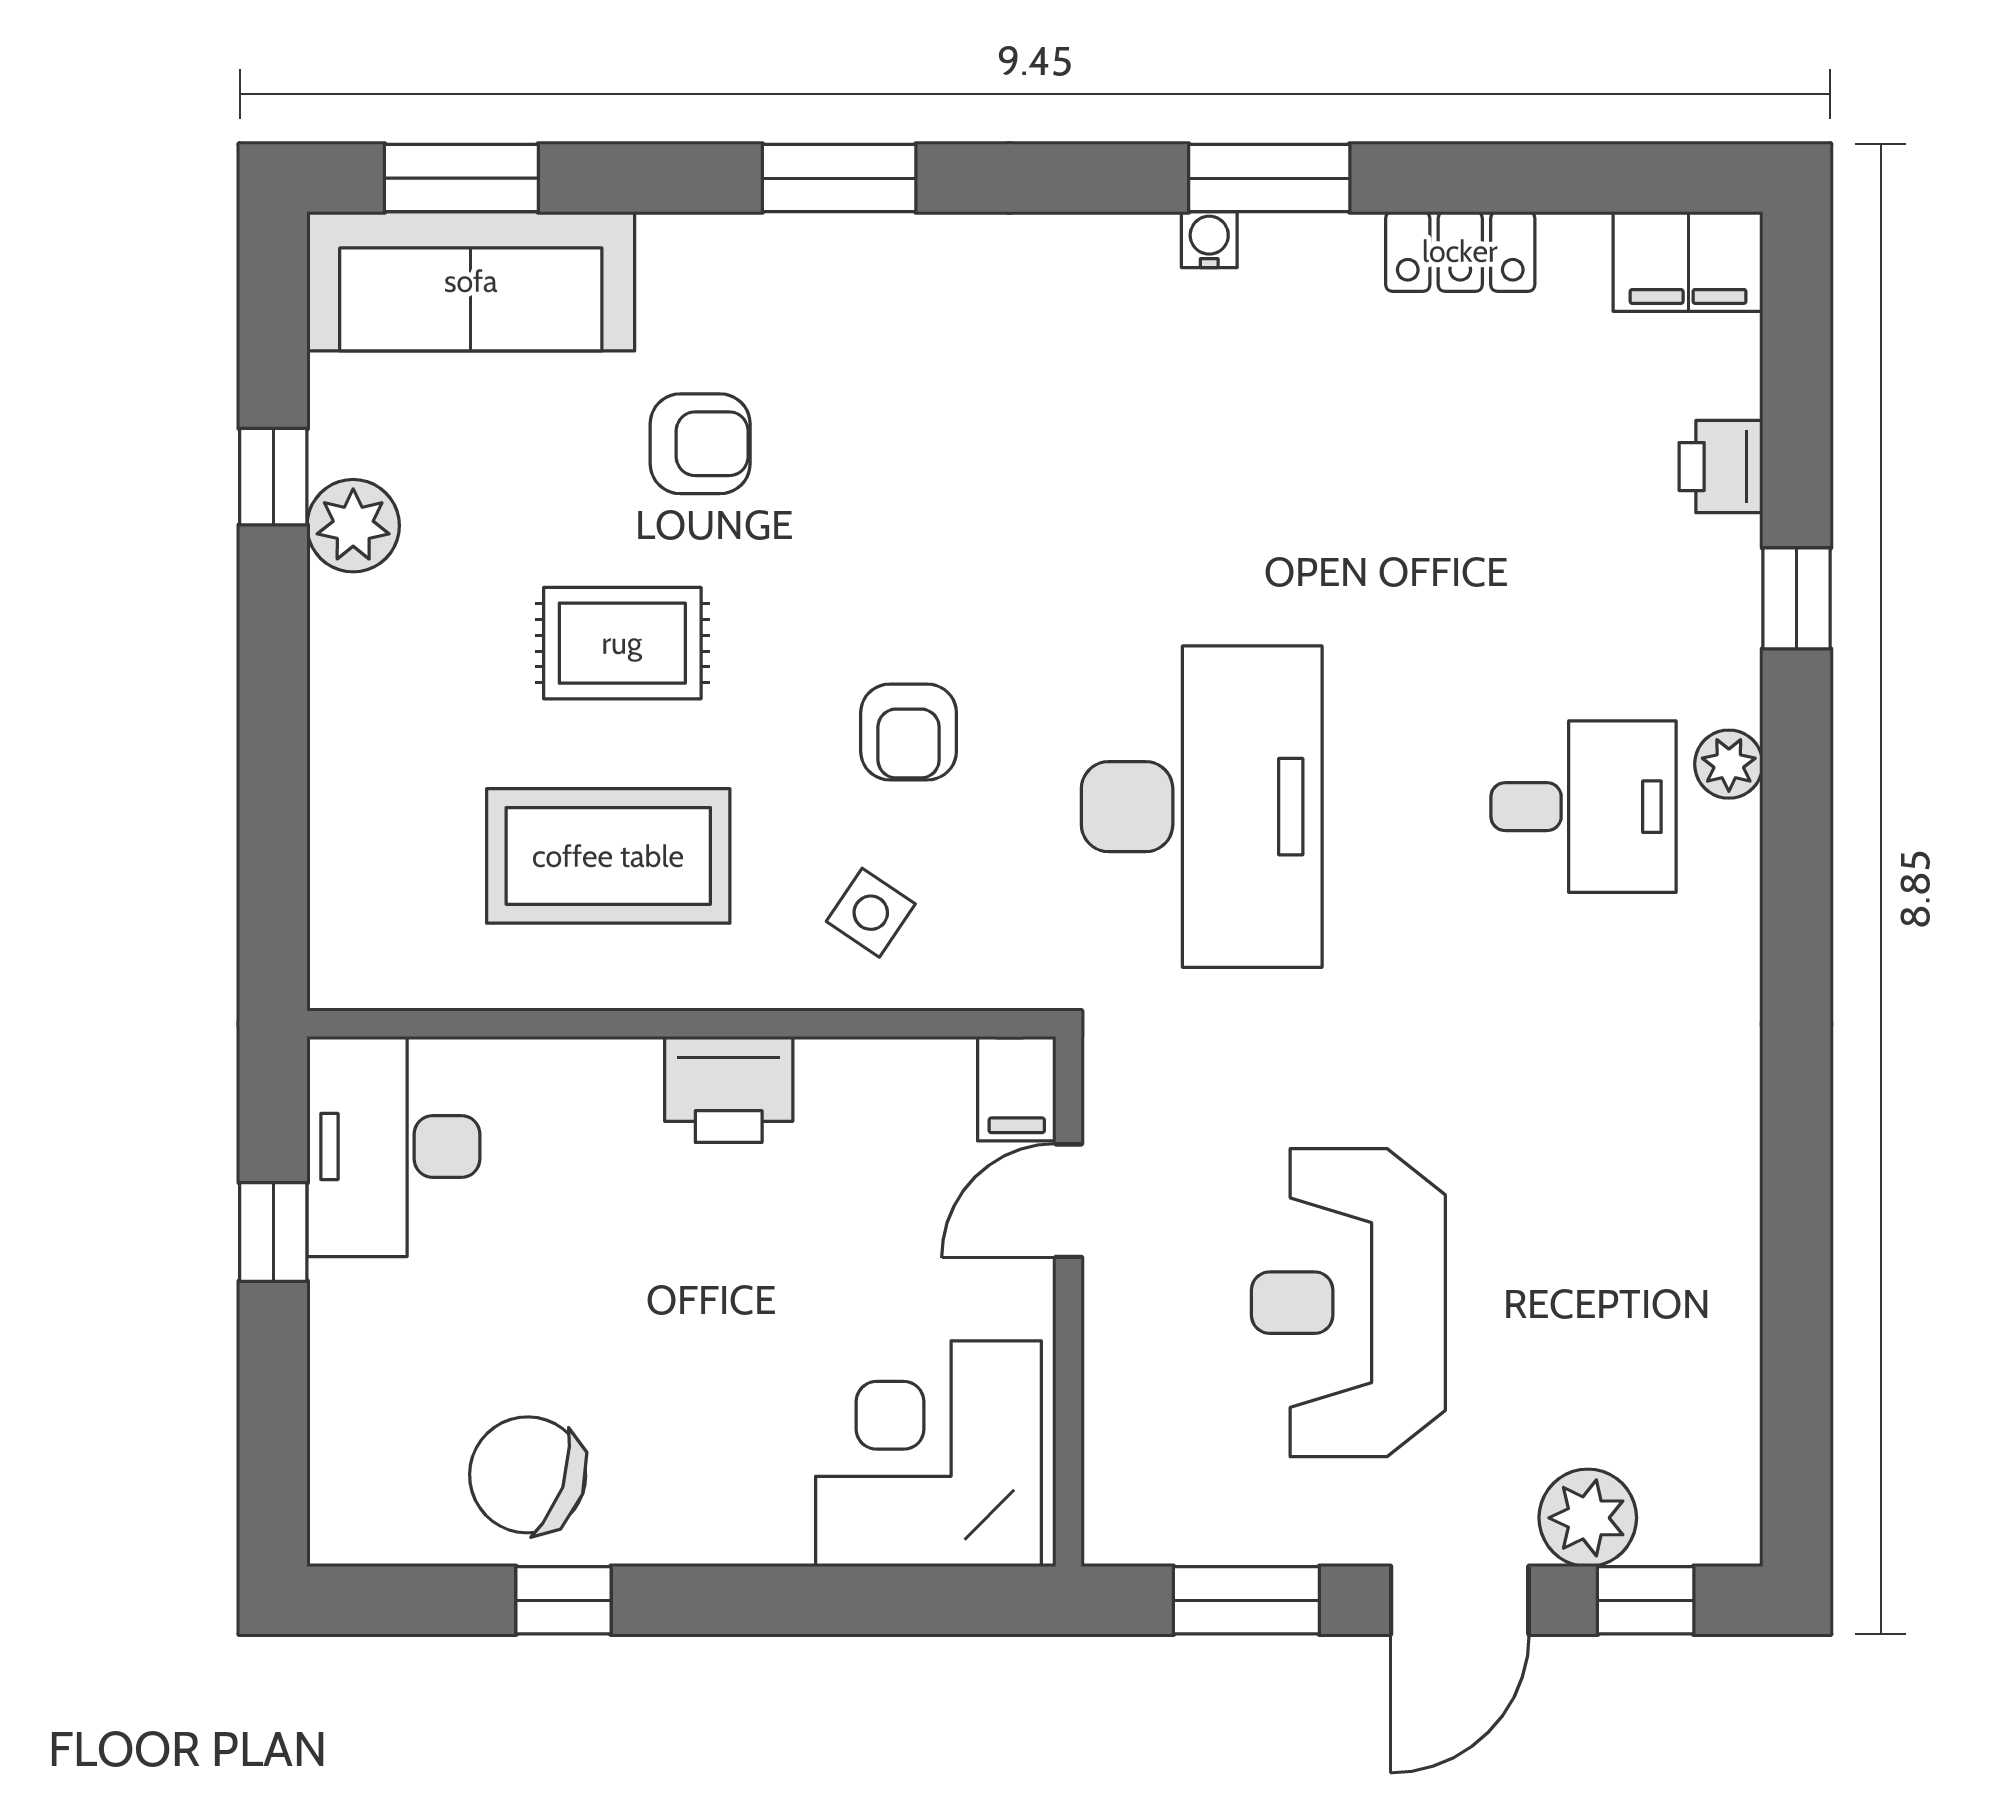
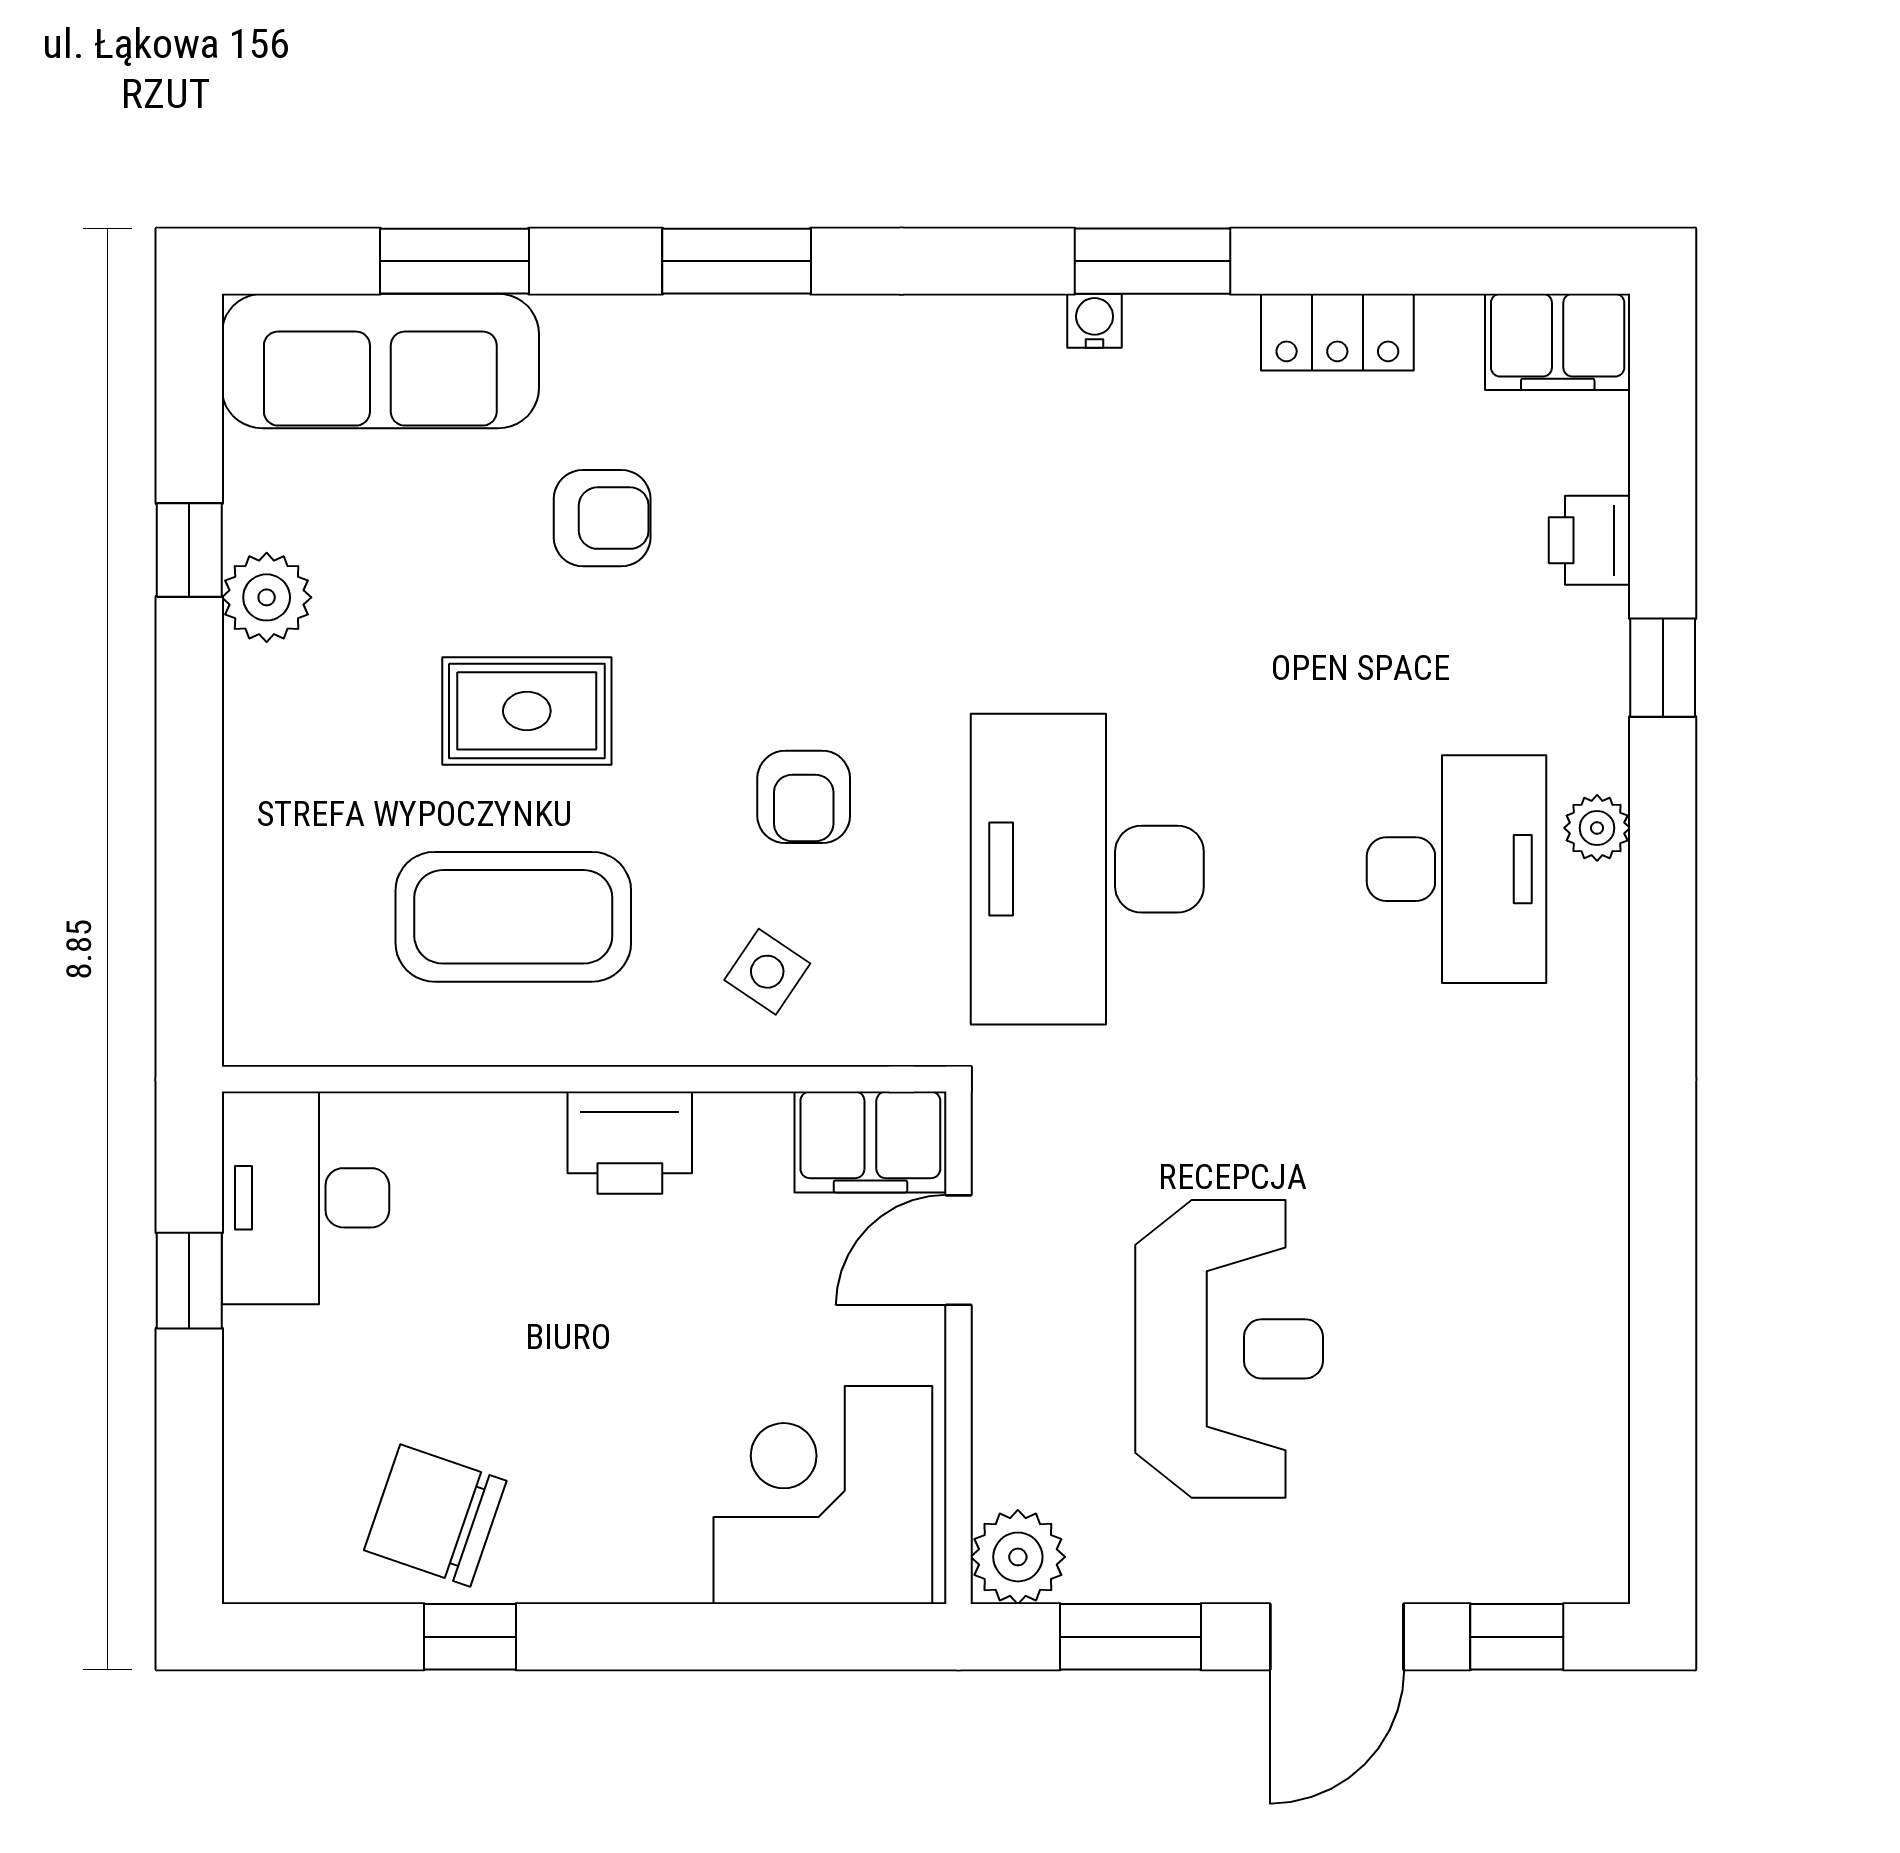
window: (461, 178) -> (455, 261), moved
desk: (1202, 807) -> (1087, 869), turned 180
desk: (1583, 807) -> (1456, 869), width x1.37
filing cabinet: (1017, 1089) -> (870, 1142), width x2.00
reception desk: (1348, 1303) -> (1229, 1349), turned 180
plant: (1588, 1518) -> (1018, 1557), moved

